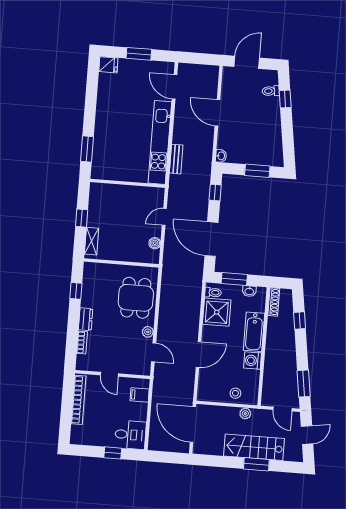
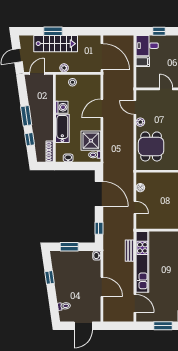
window: (285, 99) -> (50, 277), moved
door: (164, 217) -> (135, 207), hinge flipped
window: (234, 279) -> (80, 166), removed
window: (304, 383) -> (26, 116), moved
filing cabinet: (140, 395) -> (143, 62), moved
door: (283, 409) -> (37, 73), hinge flipped

